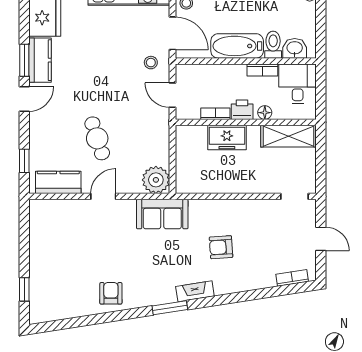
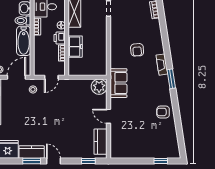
cafe table: (97, 138) -> (76, 120), removed

